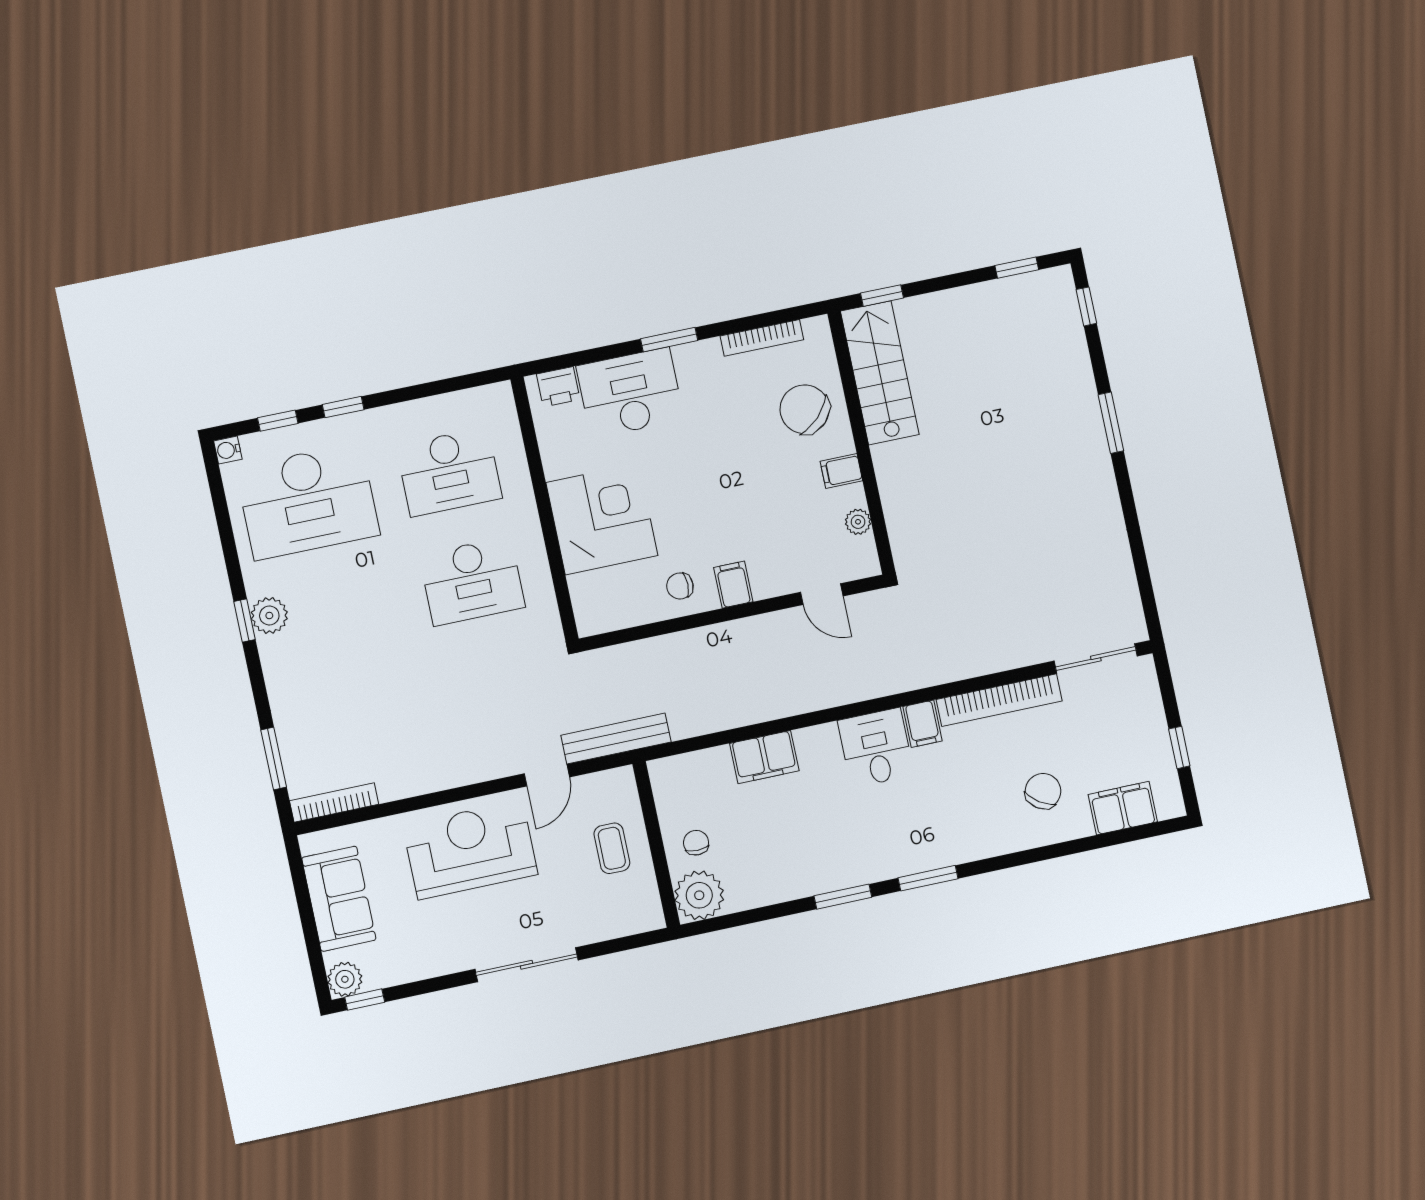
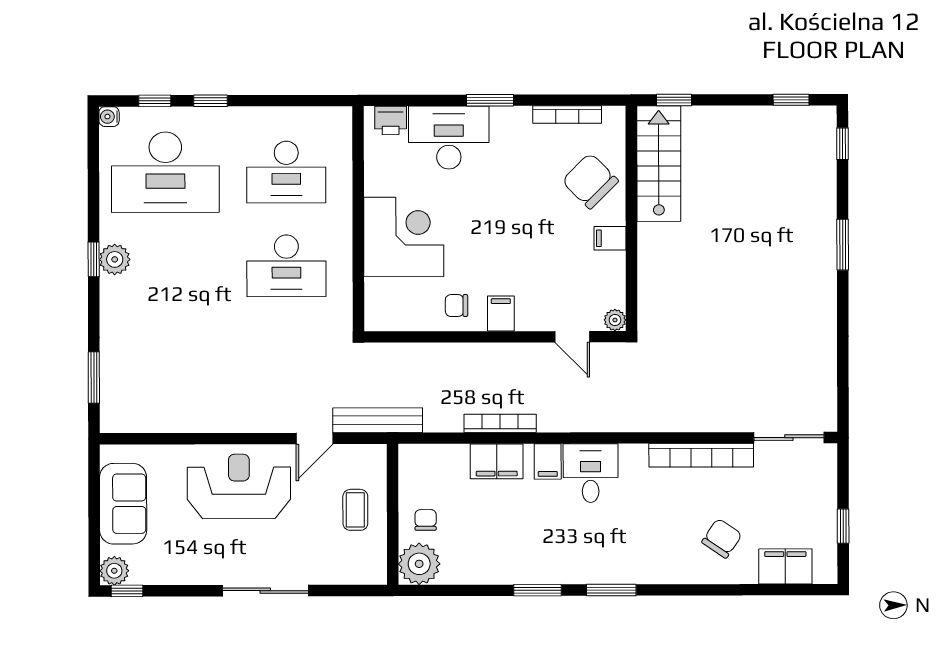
plant: (858, 522) -> (615, 320), moved
filing cabinet: (923, 724) -> (548, 461), moved
bookcase: (334, 802) -> (500, 423), moved

